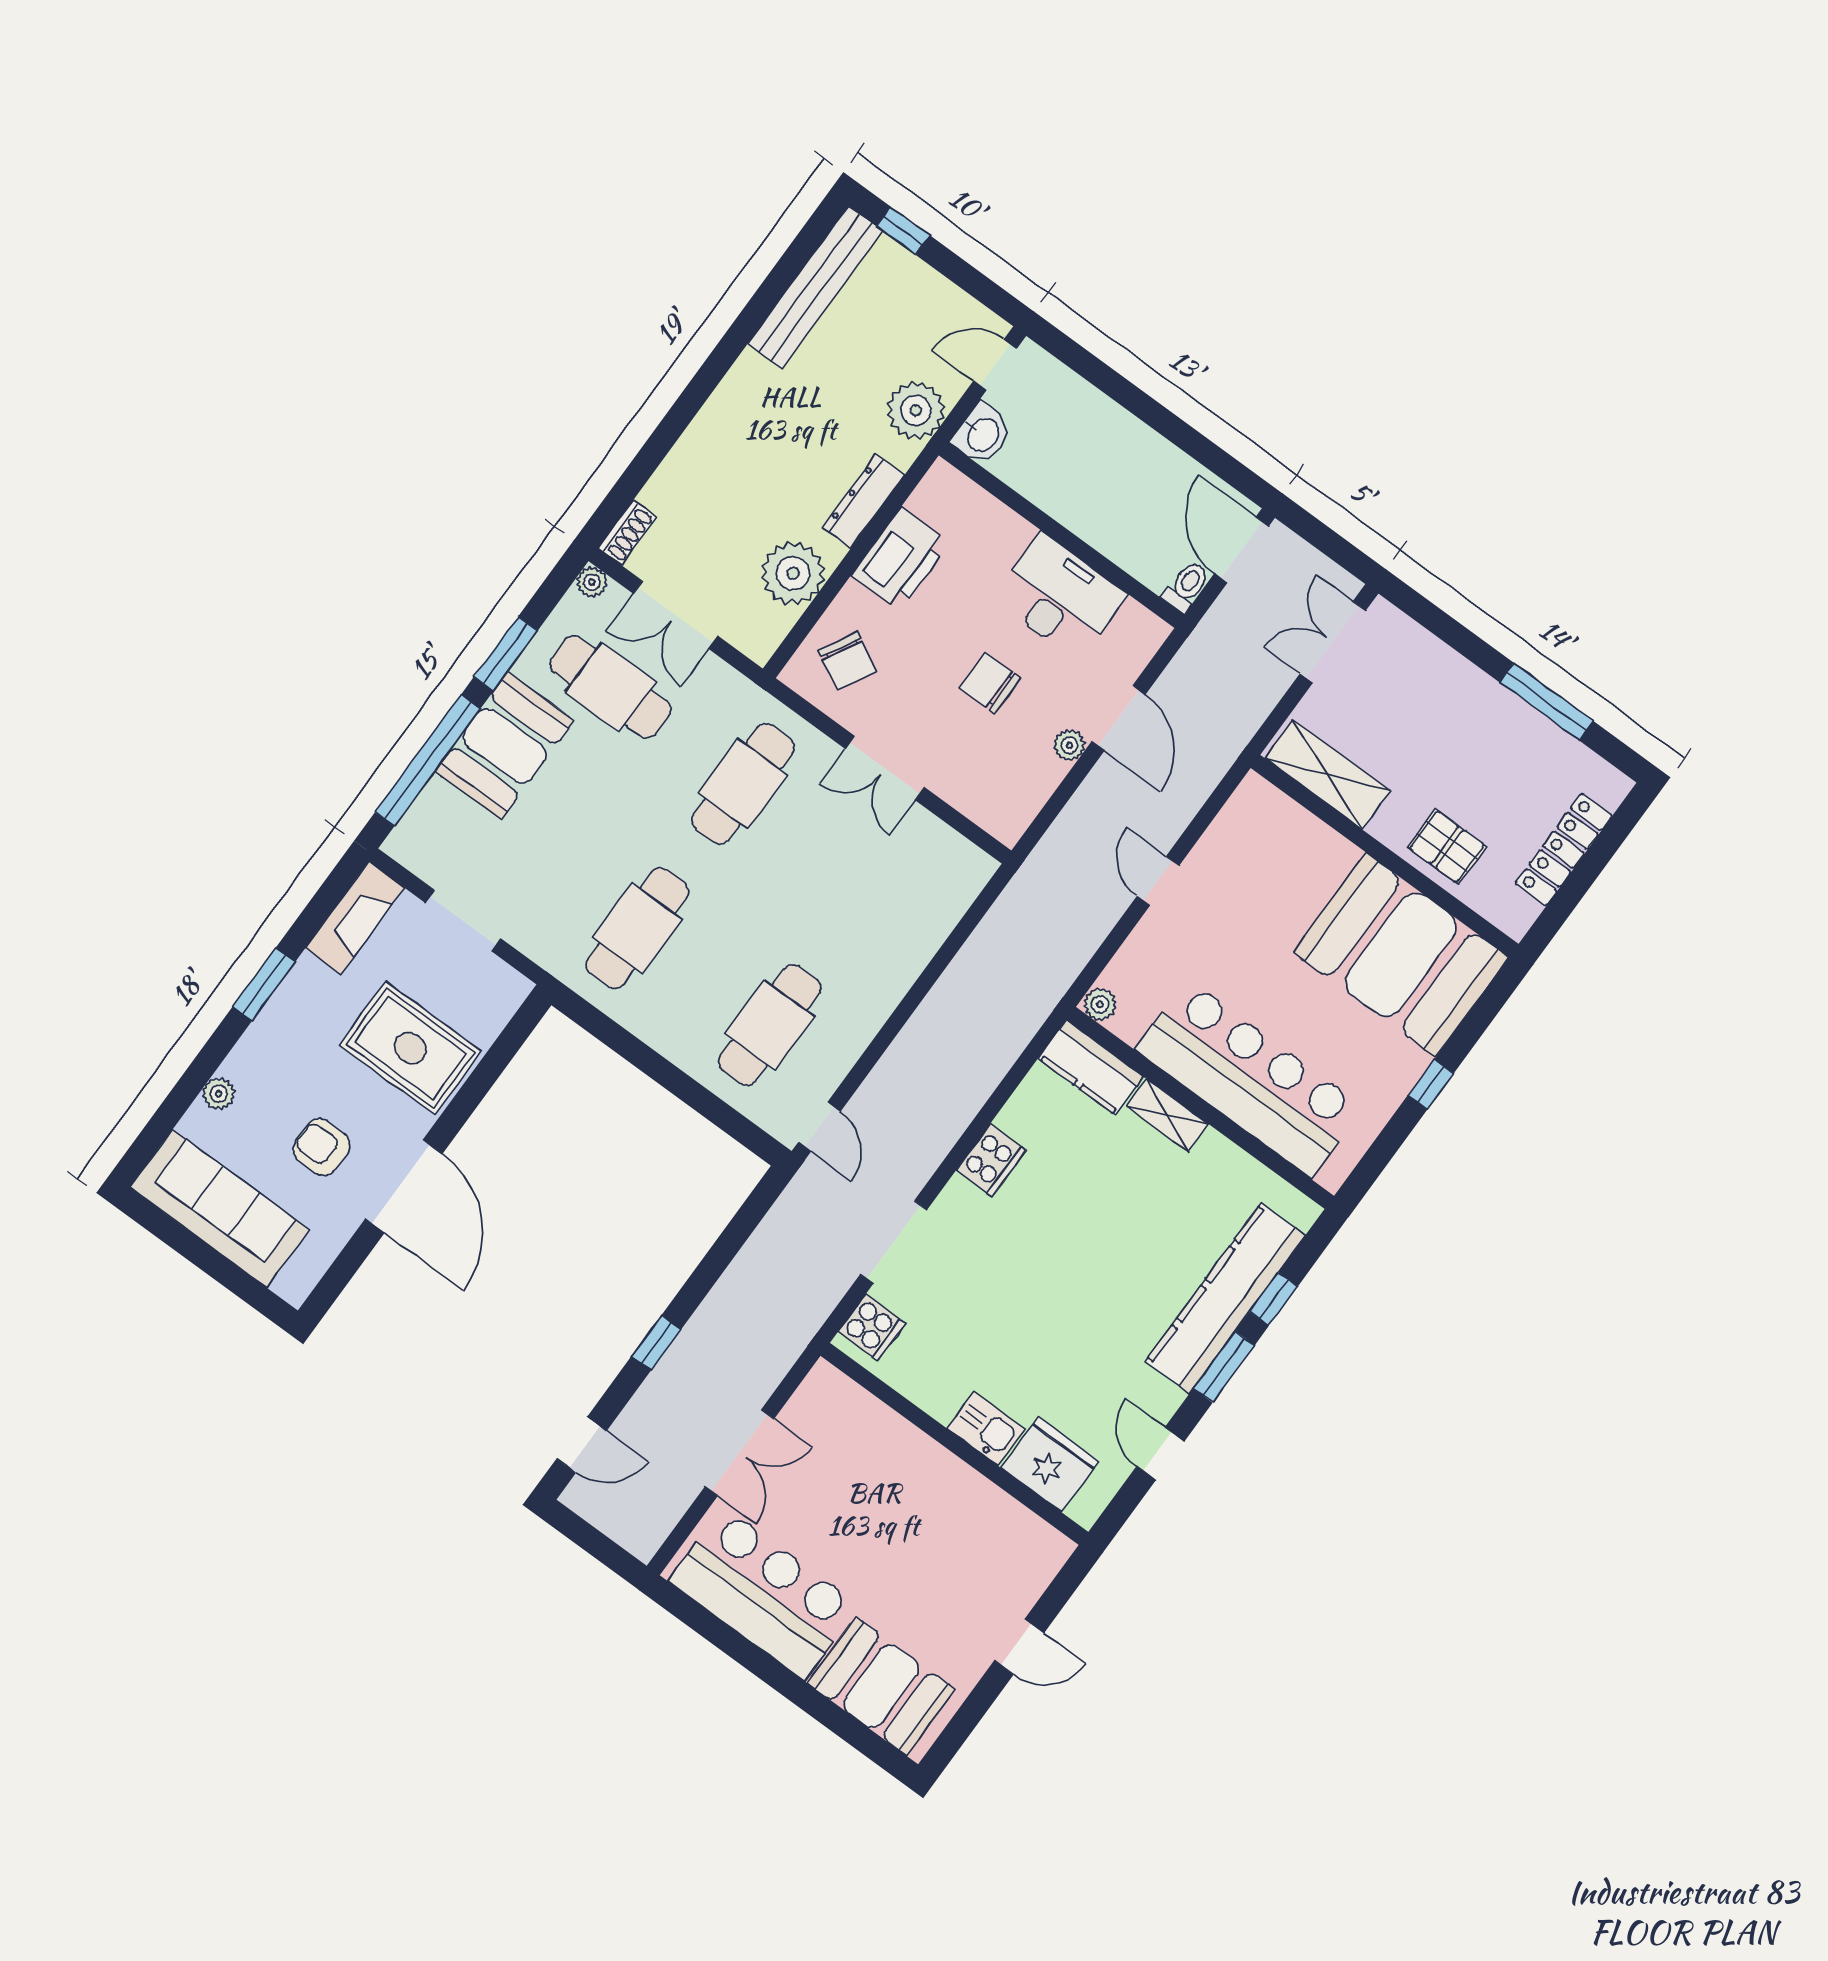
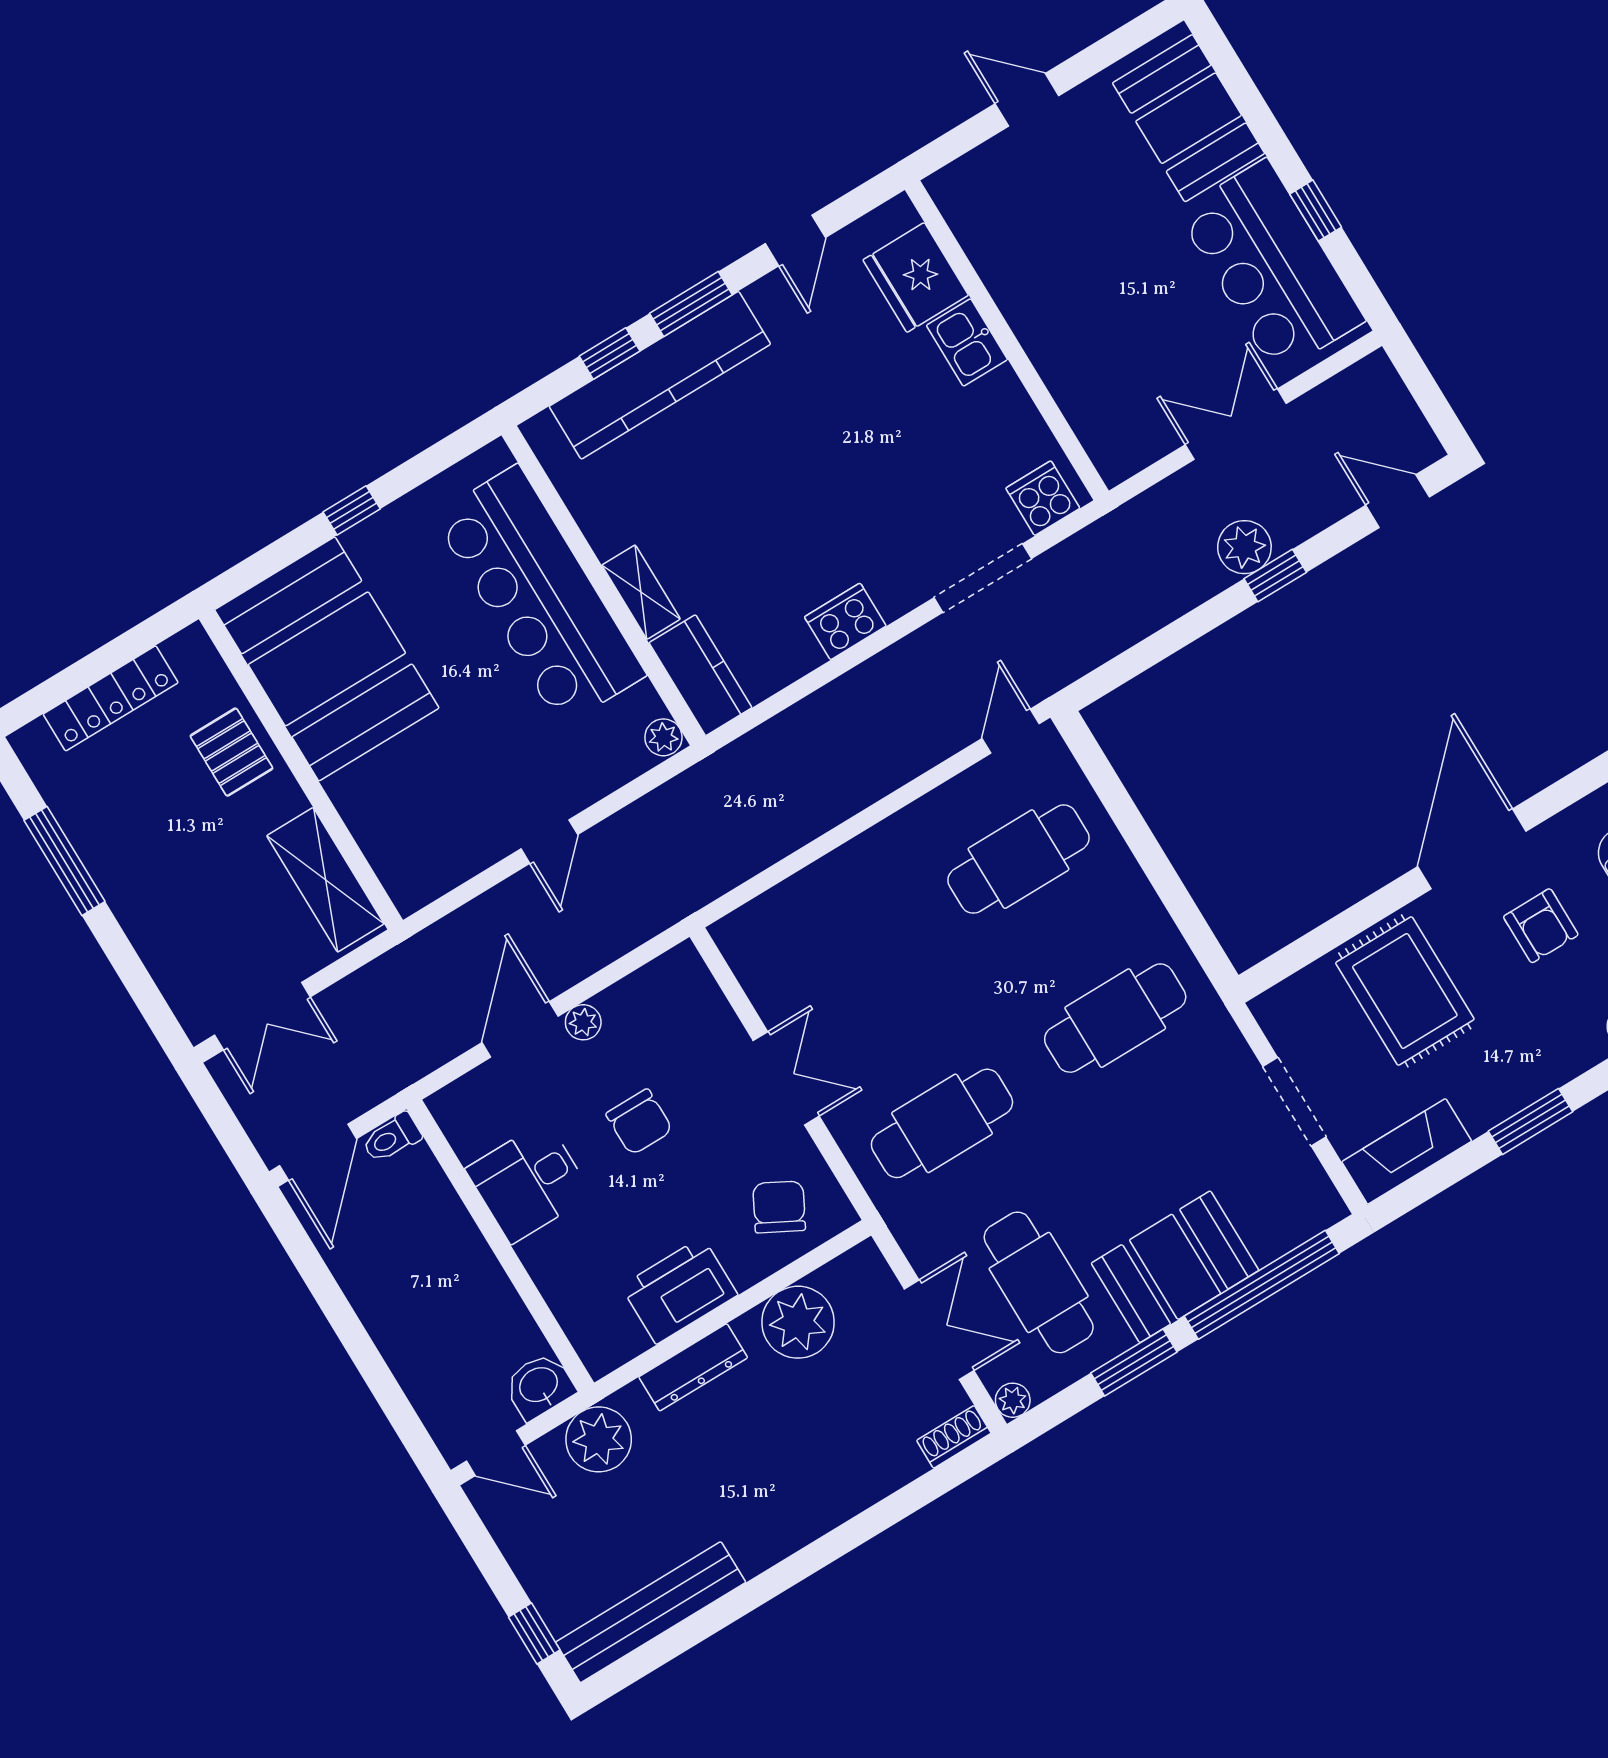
desk: (1060, 597) -> (529, 1182), width x0.73
plant: (691, 1356) -> (1244, 547), added
window: (746, 1654) -> (1316, 211), added

